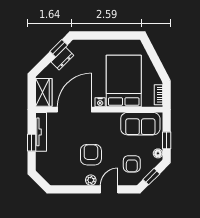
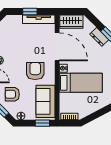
bed: (124, 81) -> (81, 83), width x0.67
window: (167, 140) -> (42, 123), moved
armchair: (91, 155) -> (35, 71), moved, turned -90

